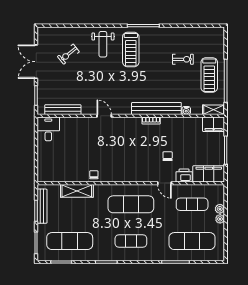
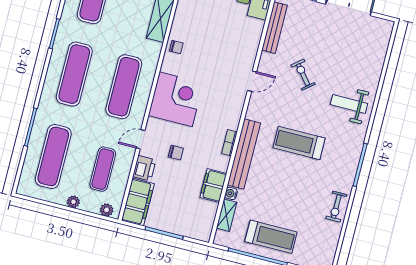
treadmill: (131, 49) -> (299, 143), moved
exercise bike: (68, 54) -> (303, 75), moved
exercise bike: (183, 59) -> (336, 207), moved
treadmill: (209, 75) -> (271, 237), turned 180
shelving: (214, 110) -> (226, 215), moved
filing cabinet: (214, 124) -> (213, 186), moved
corner desk: (130, 166) -> (176, 99), added
plant: (220, 209) -> (107, 210), moved
exercise mat: (131, 241) -> (74, 74), width x1.36, depth x1.45

